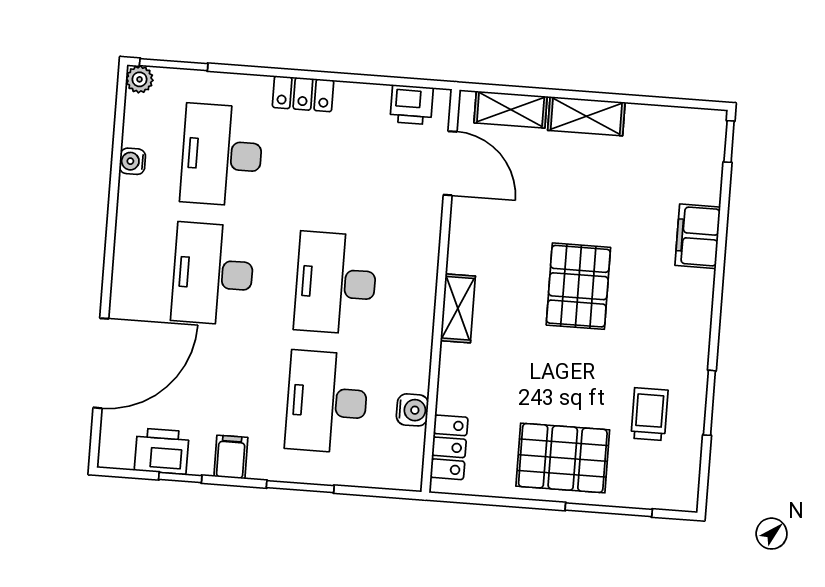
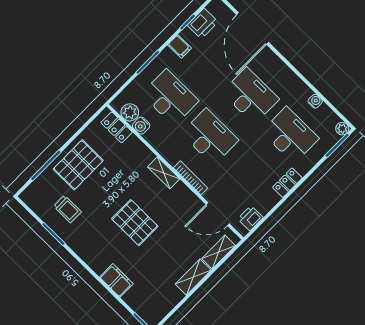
bookcase: (429, 257) -> (191, 178), added
plant: (407, 447) -> (130, 112), added

